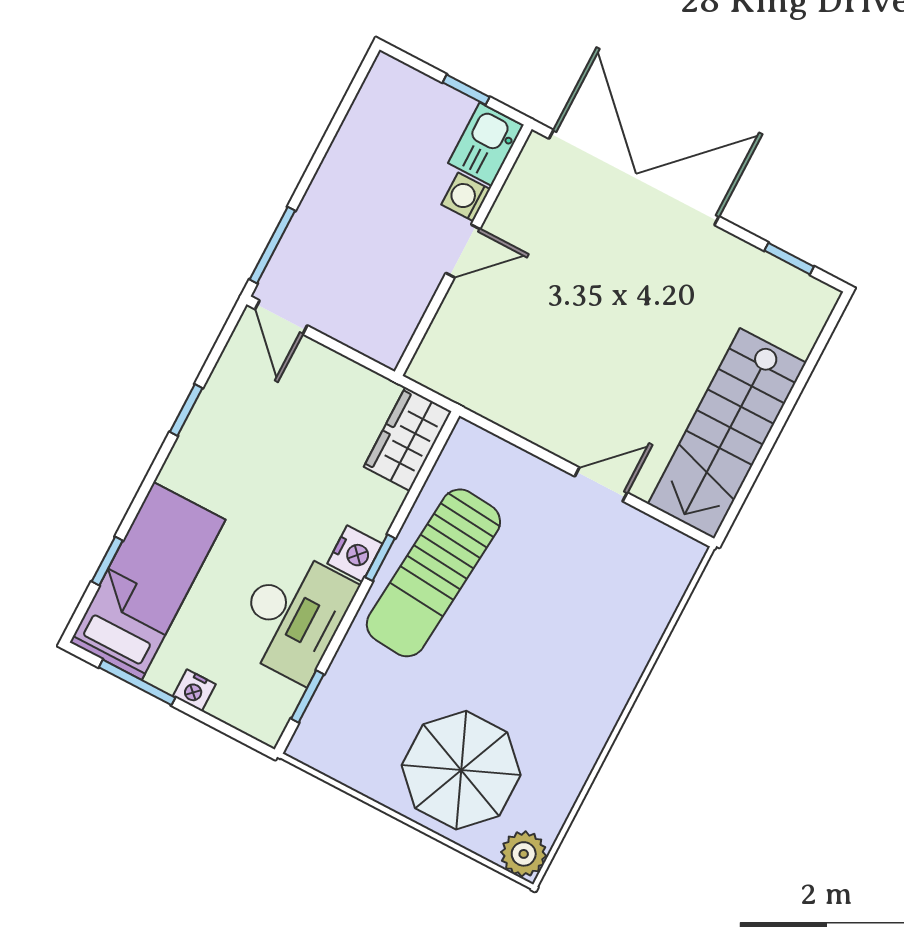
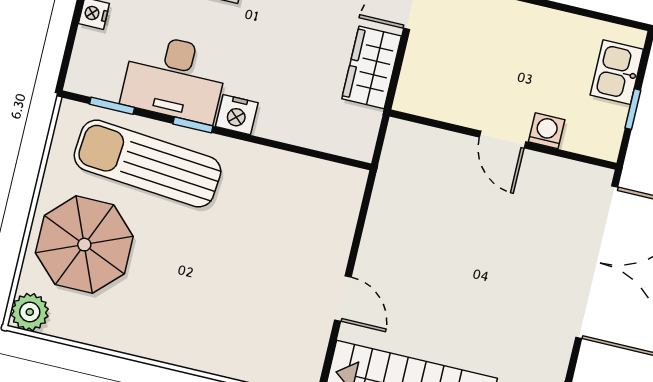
kitchen sink: (486, 144) -> (617, 72), moved, turned -90
wardrobe: (408, 439) -> (372, 67), moved, turned -90
window: (380, 558) -> (193, 125), moved
sun lounger: (433, 573) -> (147, 163), moved

